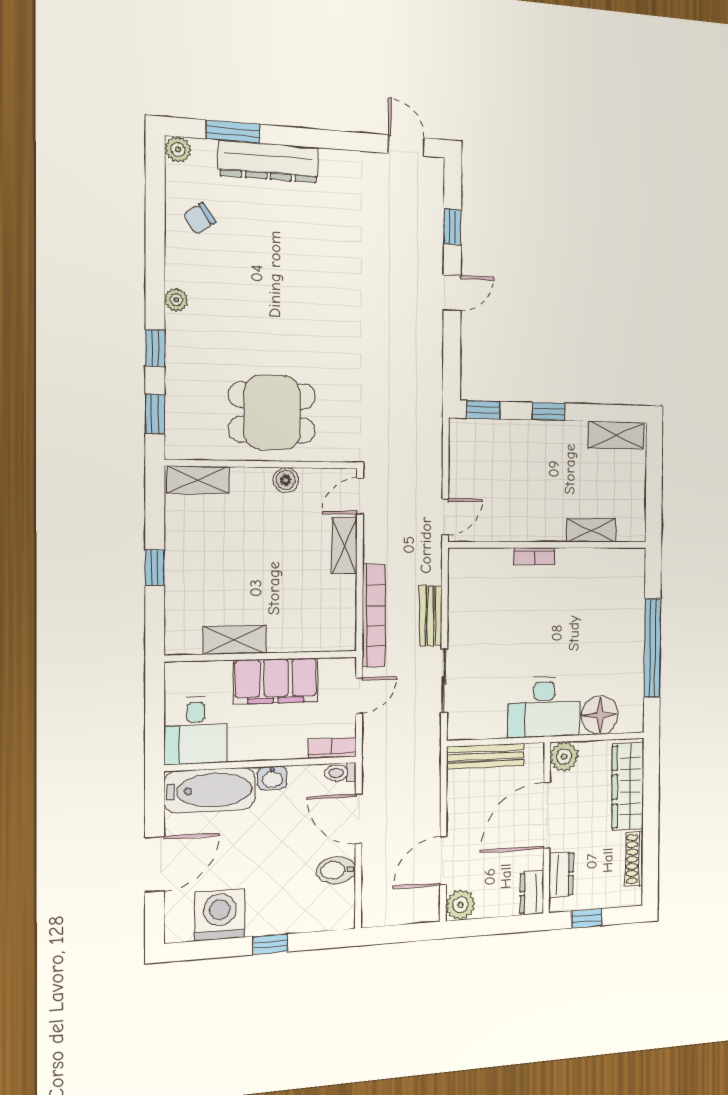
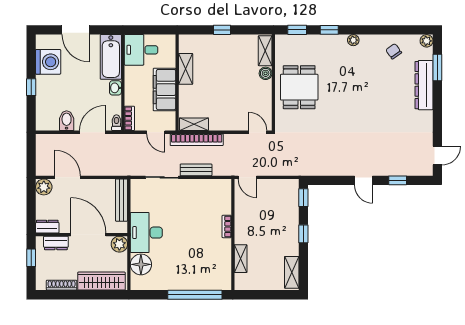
boiler: (286, 480) -> (266, 73), moved
shelving: (344, 545) -> (194, 124), moved
window: (652, 648) -> (195, 295), moved

